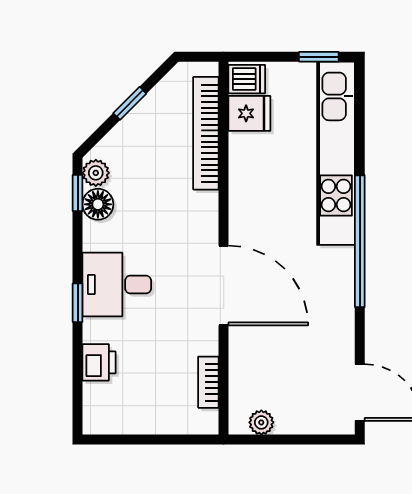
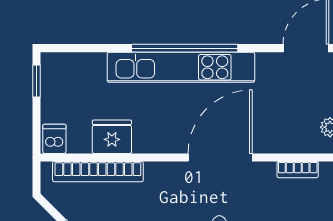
fridge: (249, 113) -> (112, 137), moved, width x1.38
kitchen unit: (336, 153) -> (181, 67), moved

